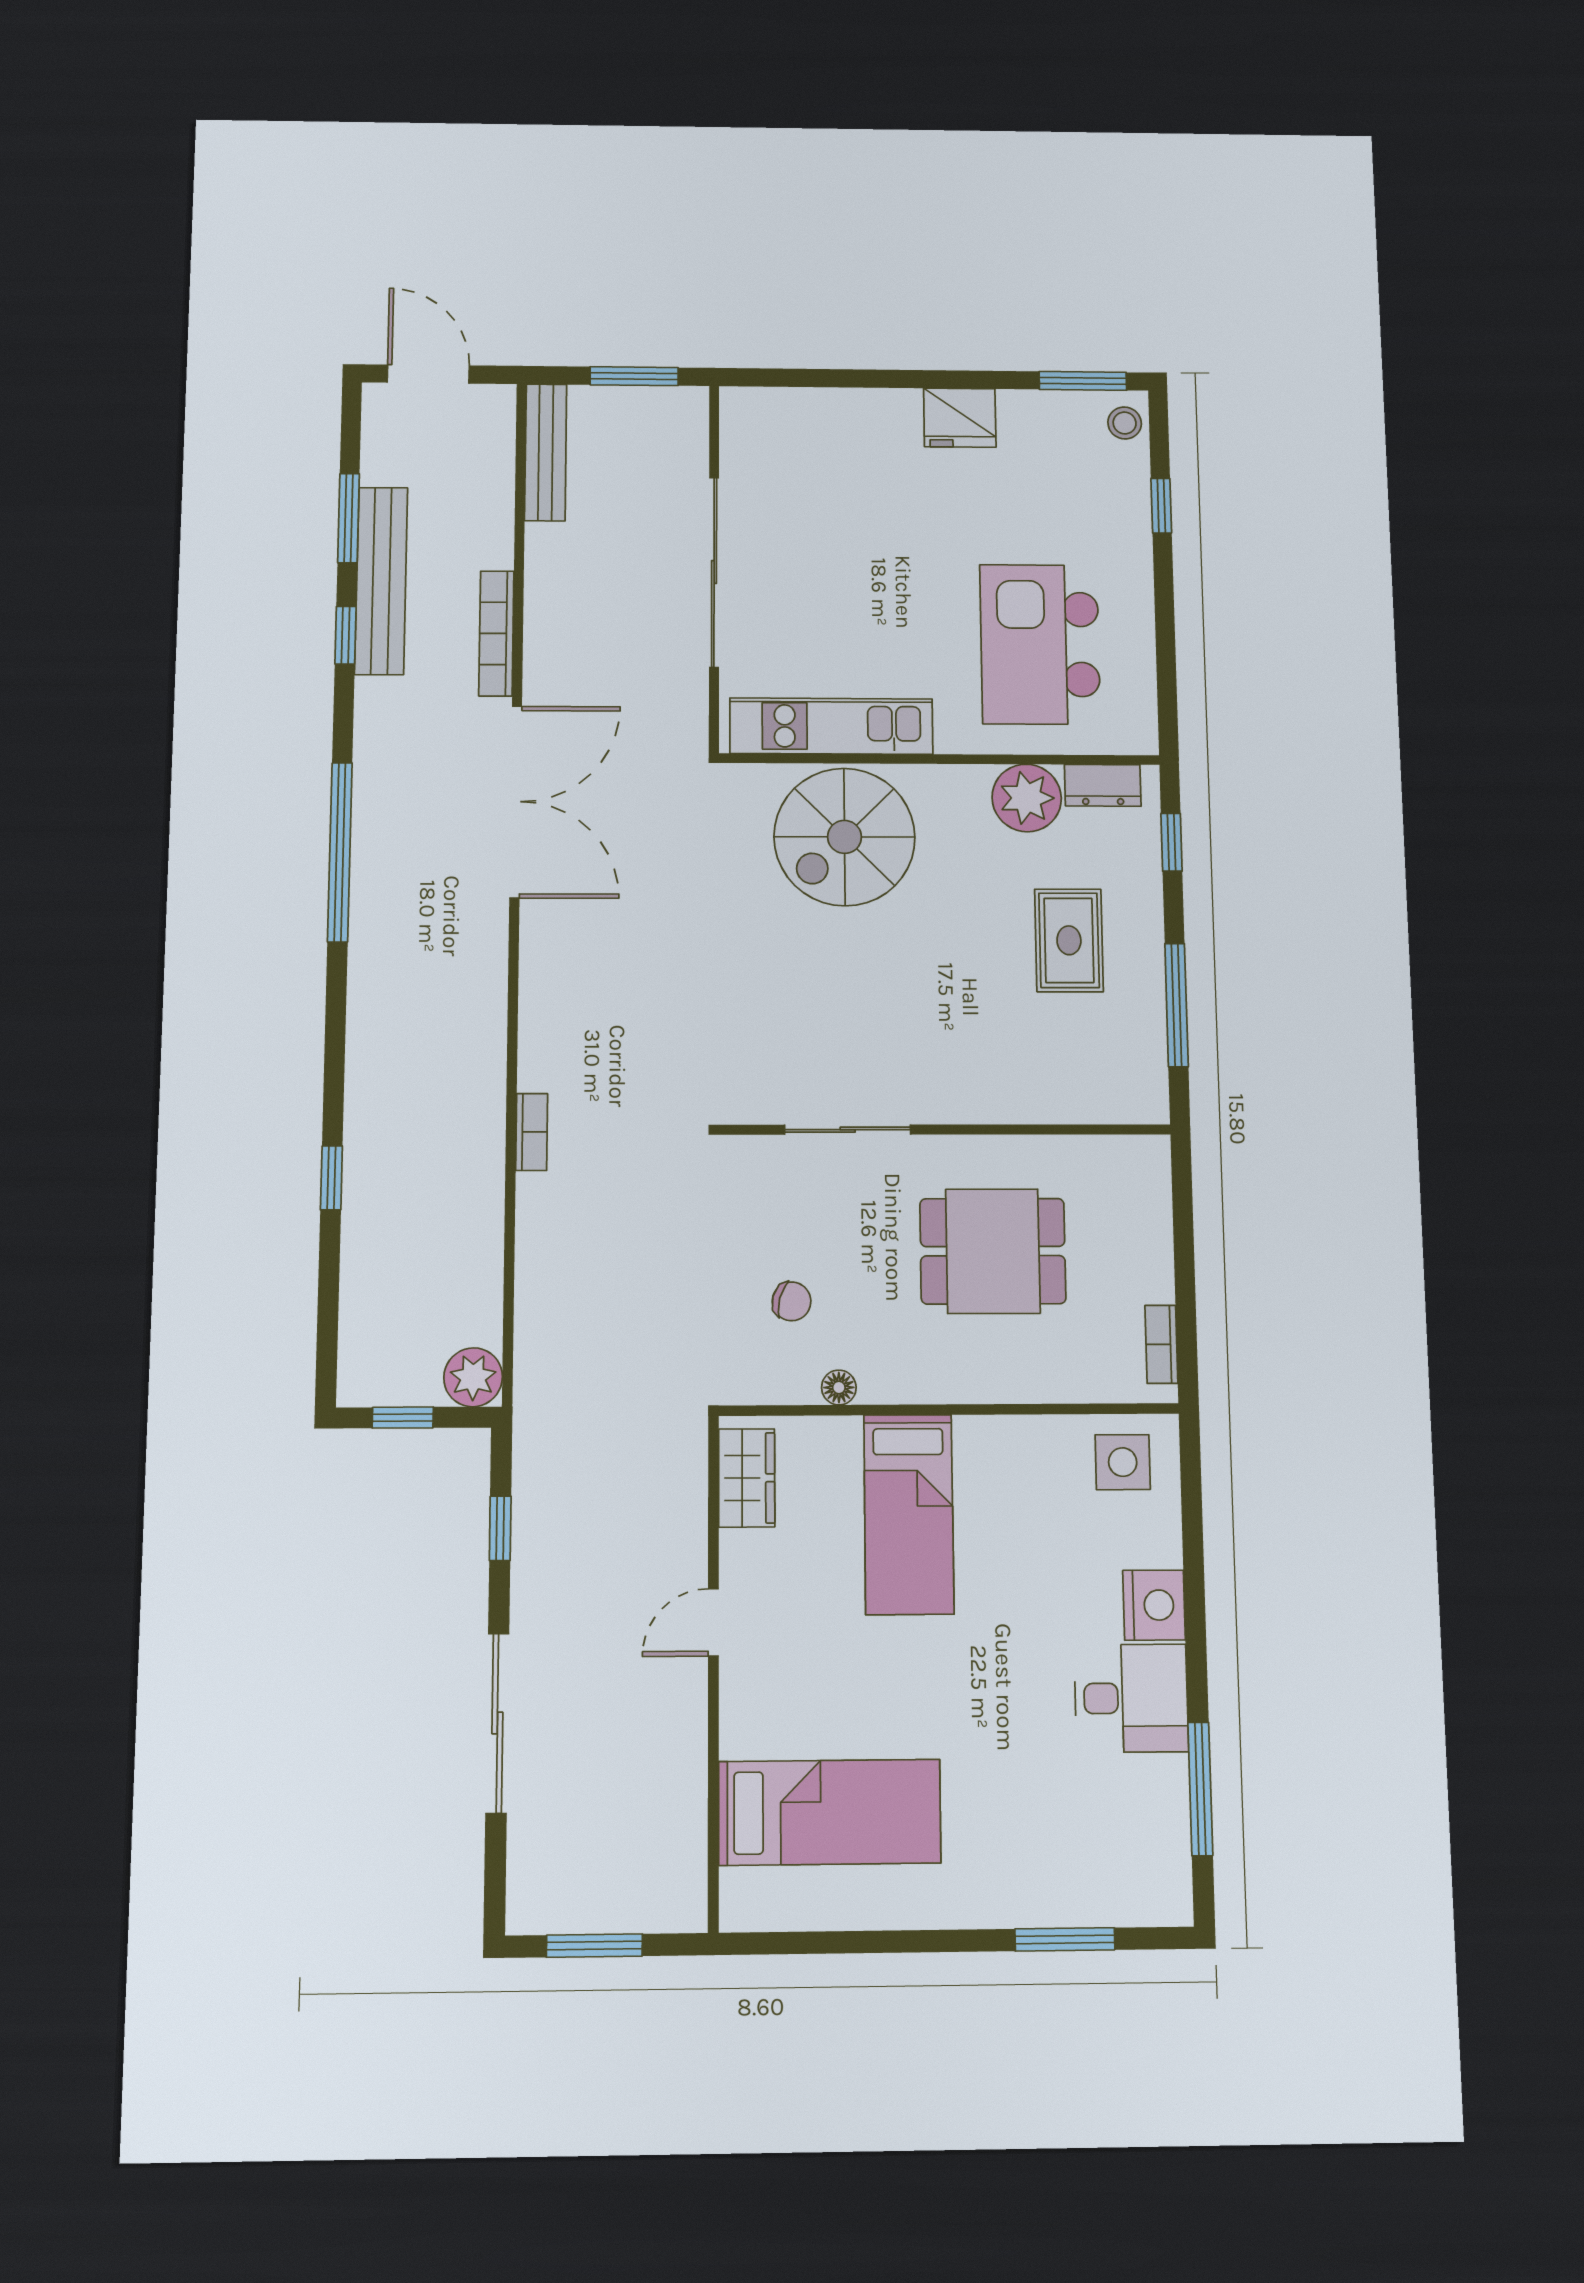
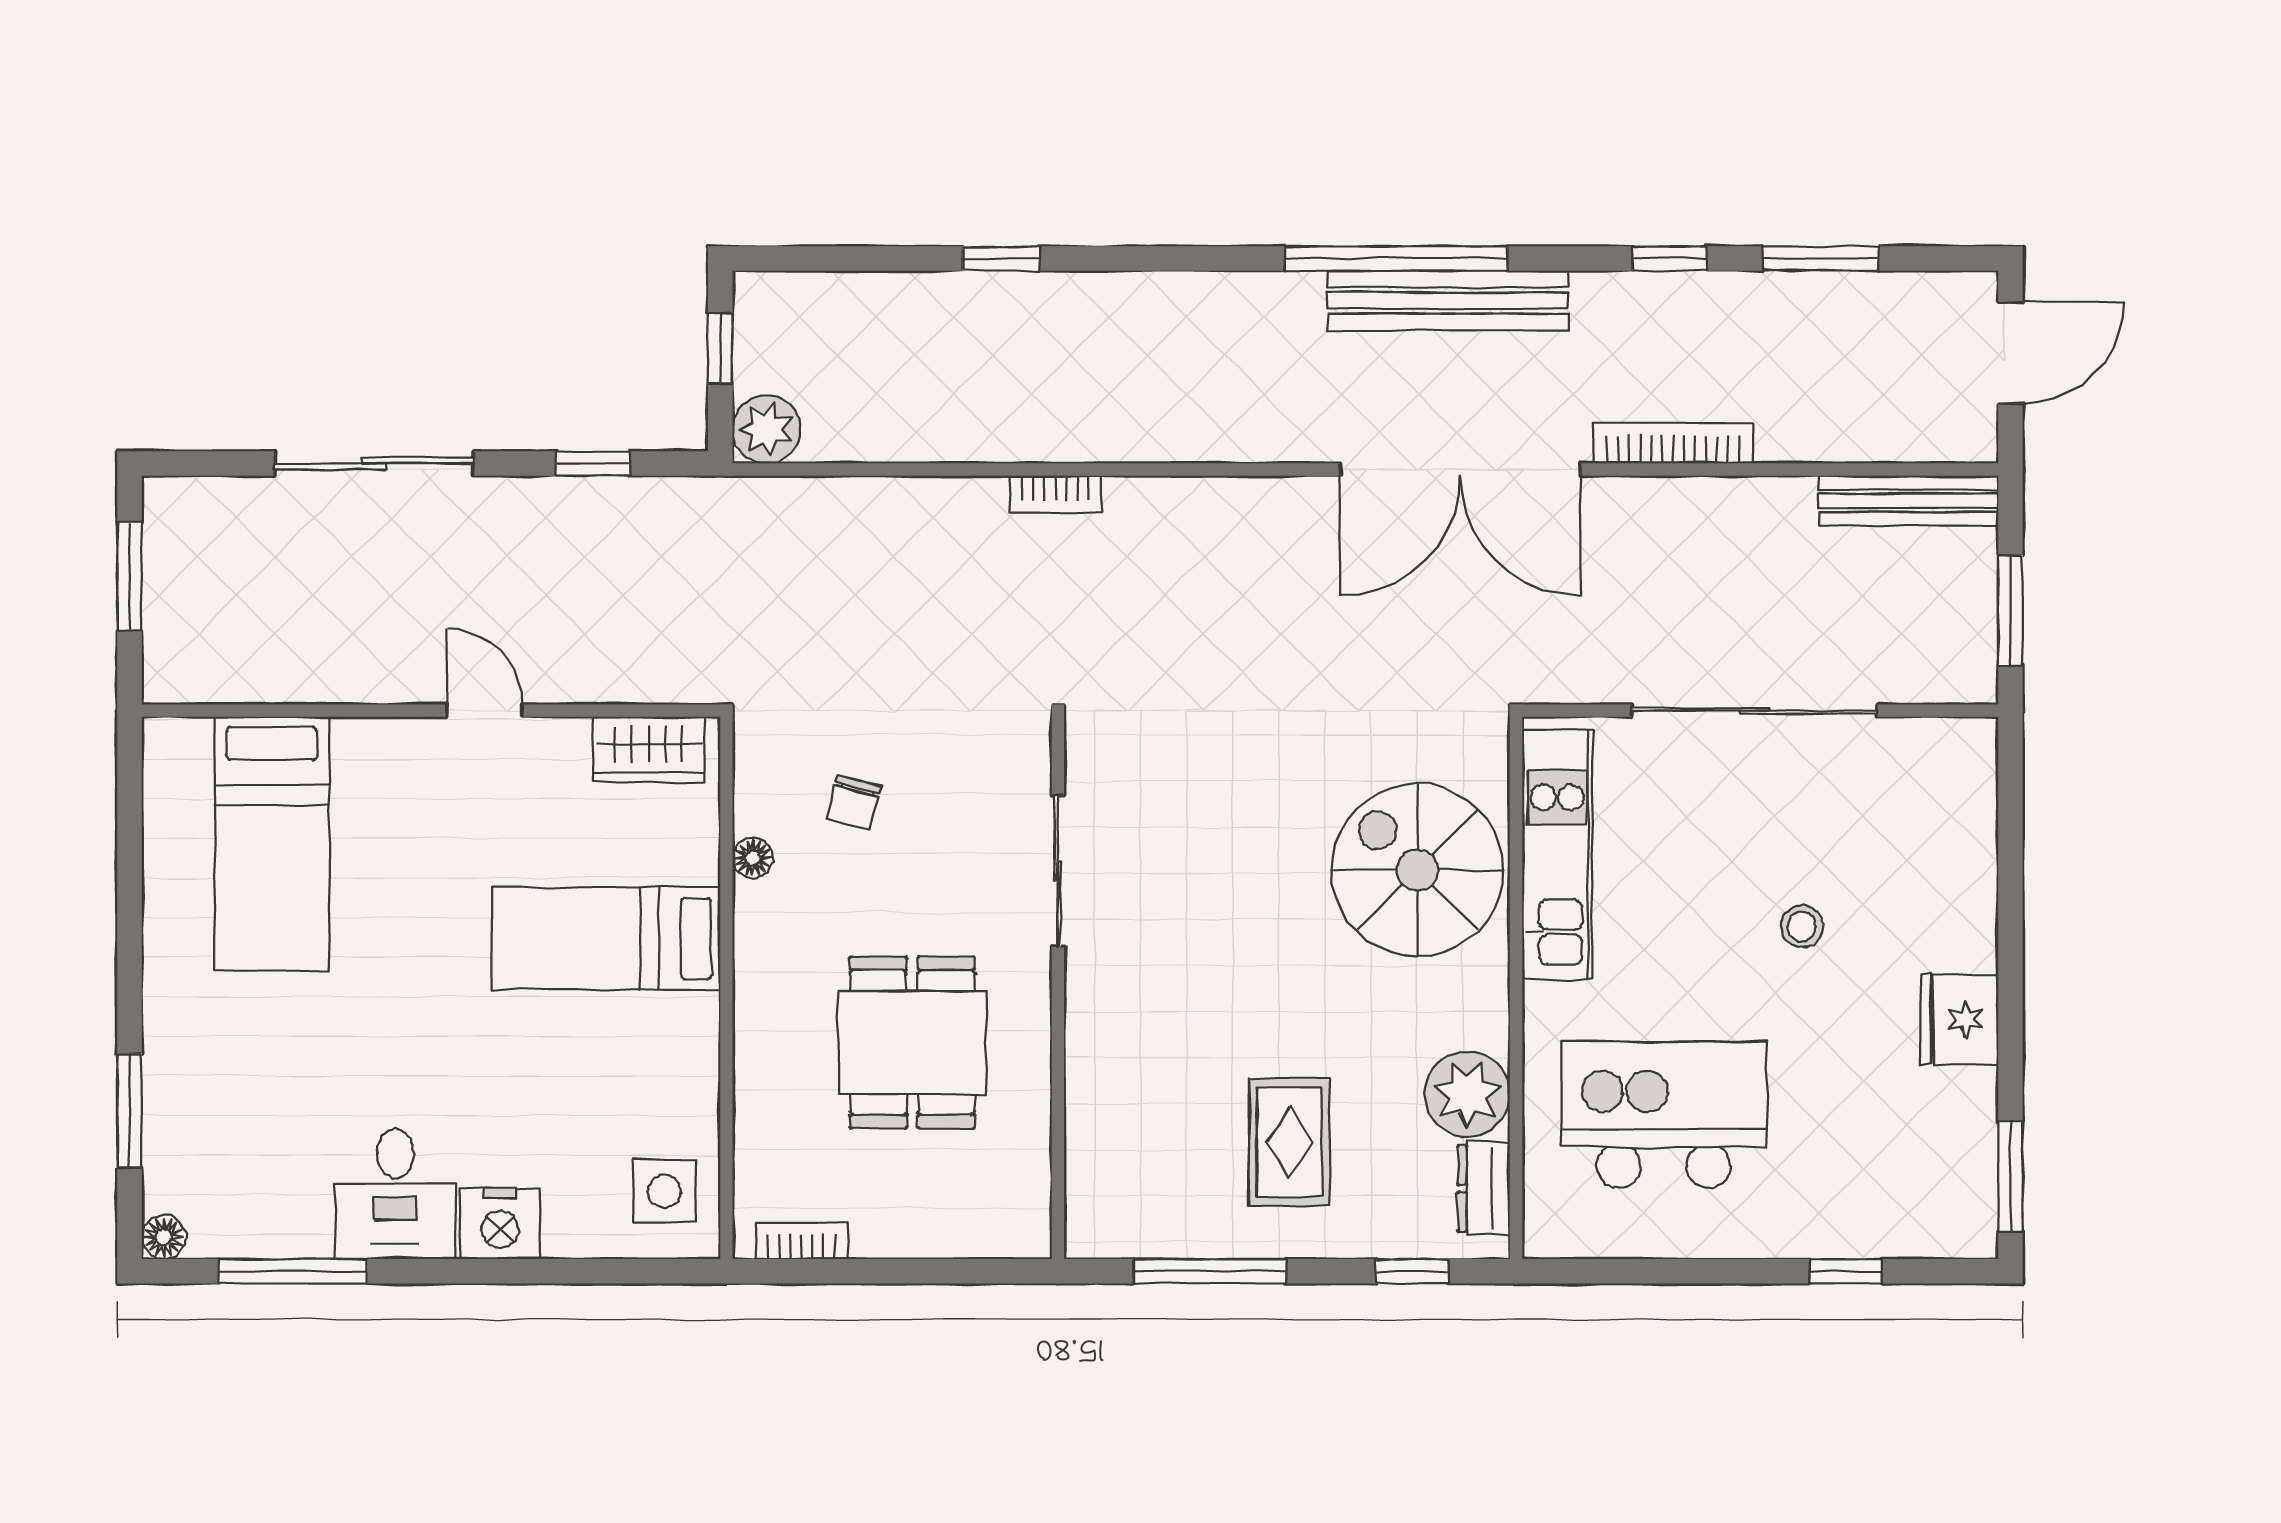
stool: (1125, 423) -> (1802, 927), moved
bench: (381, 581) -> (1448, 301), moved
rug: (1069, 940) -> (1289, 1142), turned 90
floor lamp: (1174, 1907) -> (164, 1237), added

